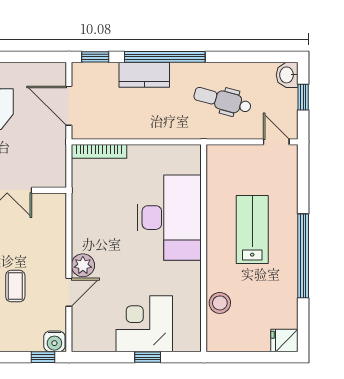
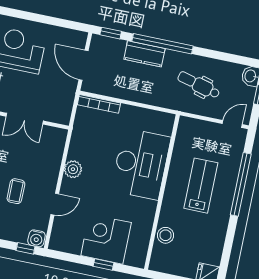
door: (276, 142) -> (232, 124), hinge flipped
window: (303, 256) -> (241, 184), moved
plant: (83, 265) -> (73, 169), moved

